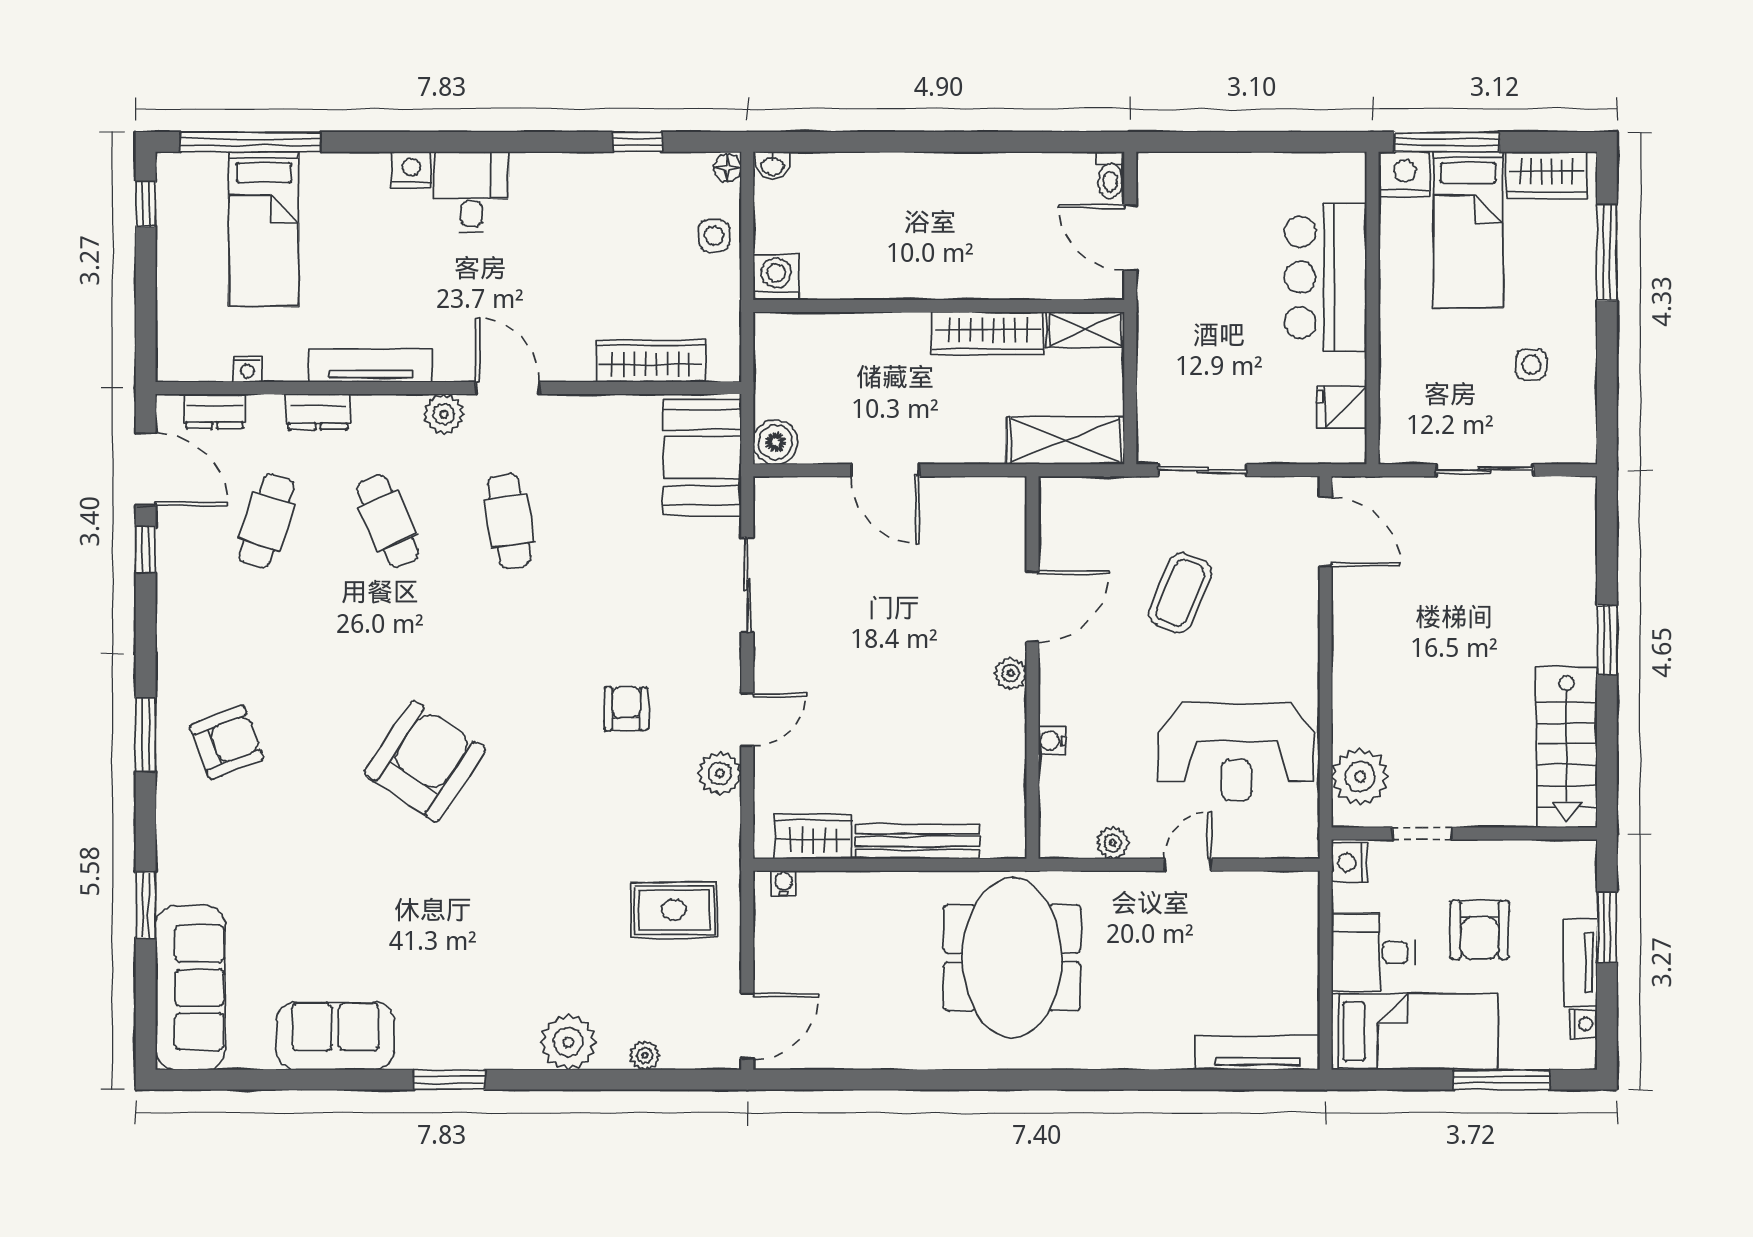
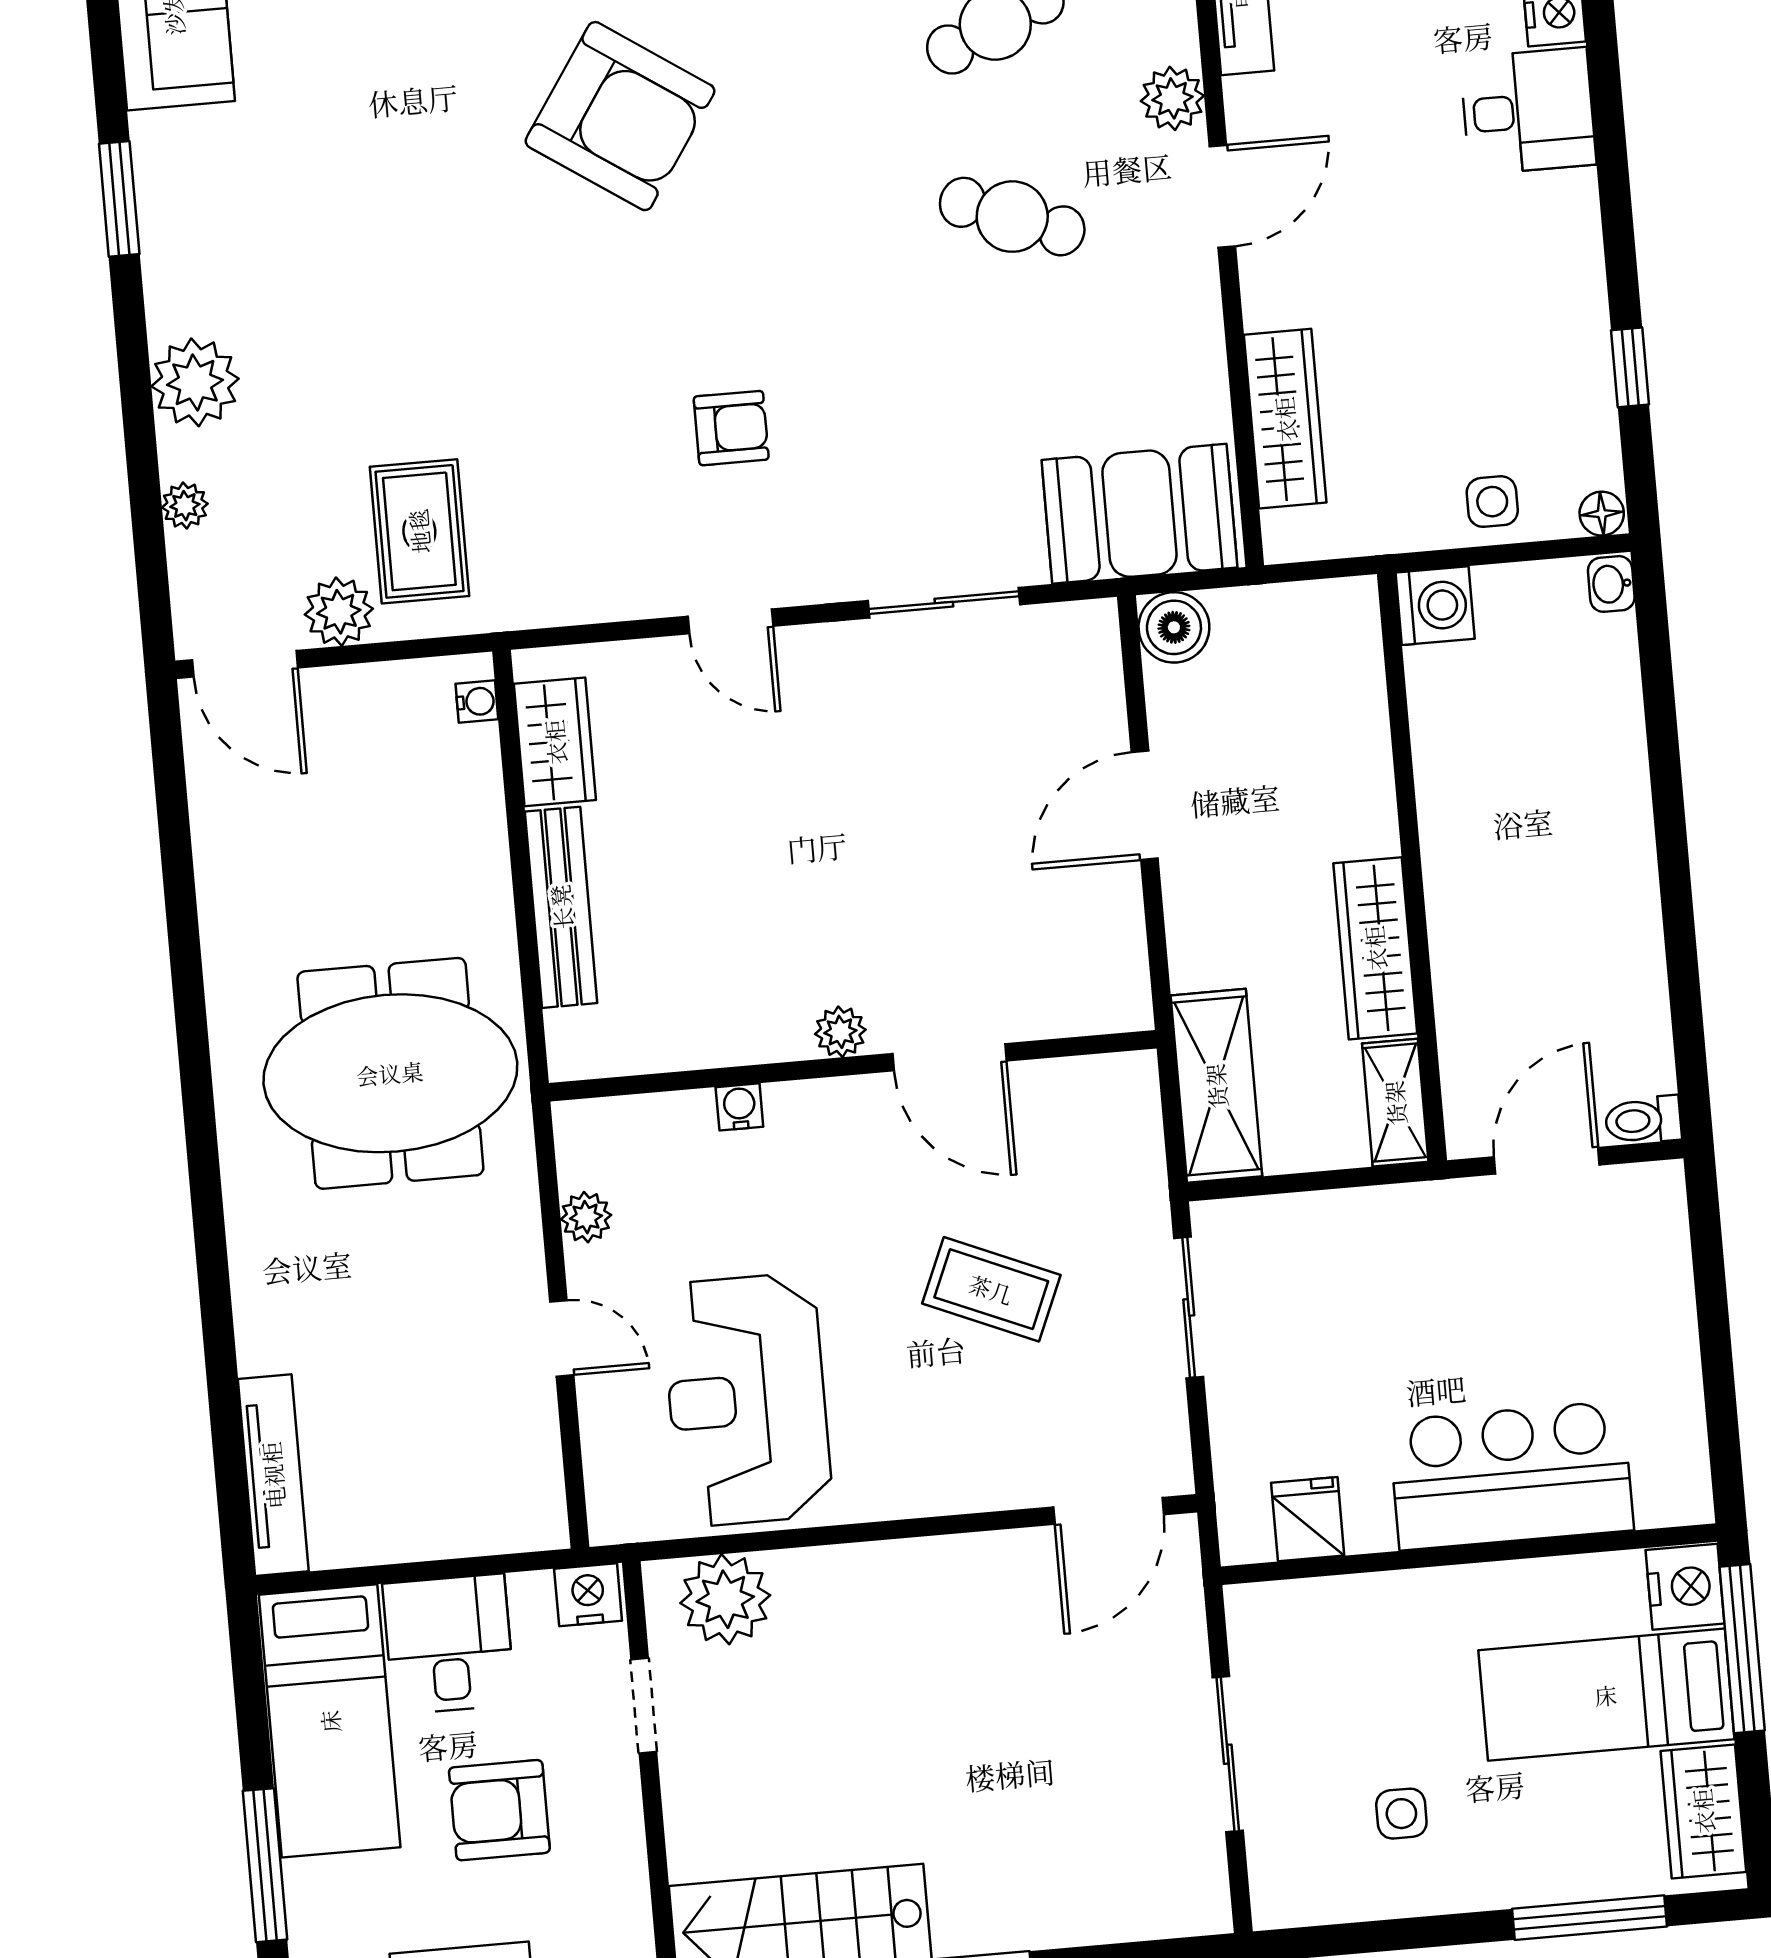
cafe table: (509, 521) -> (1012, 217), turned 30
plant: (720, 773) -> (339, 612), moved

